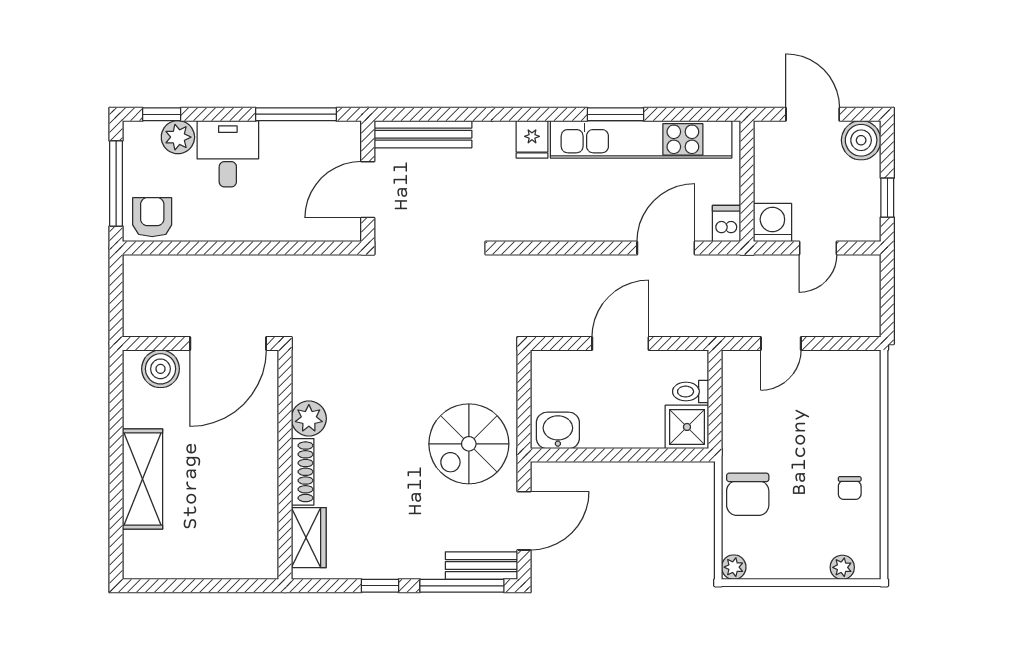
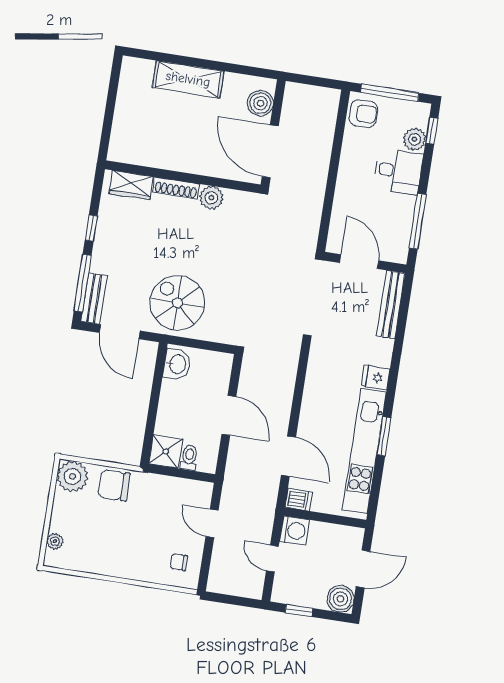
chair: (850, 488) -> (179, 562), moved
plant: (734, 567) -> (73, 476), width x1.88, depth x1.88

